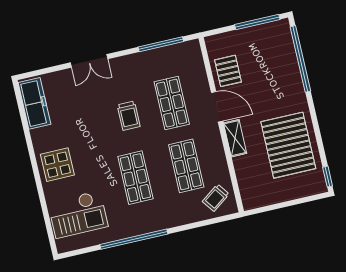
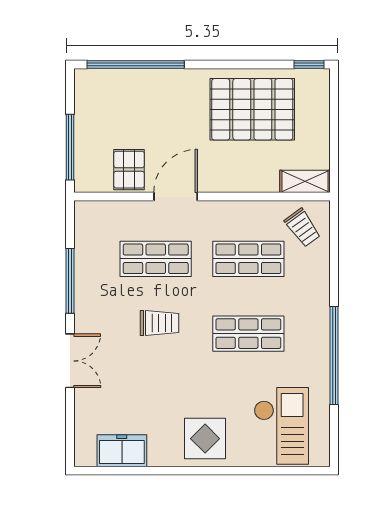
window: (257, 22) -> (70, 147), moved
window: (161, 44) -> (70, 281), moved
pallet: (228, 71) -> (129, 170), turned 90
freezer: (34, 103) -> (122, 451), width x0.71
shelving: (235, 138) -> (305, 181), moved

